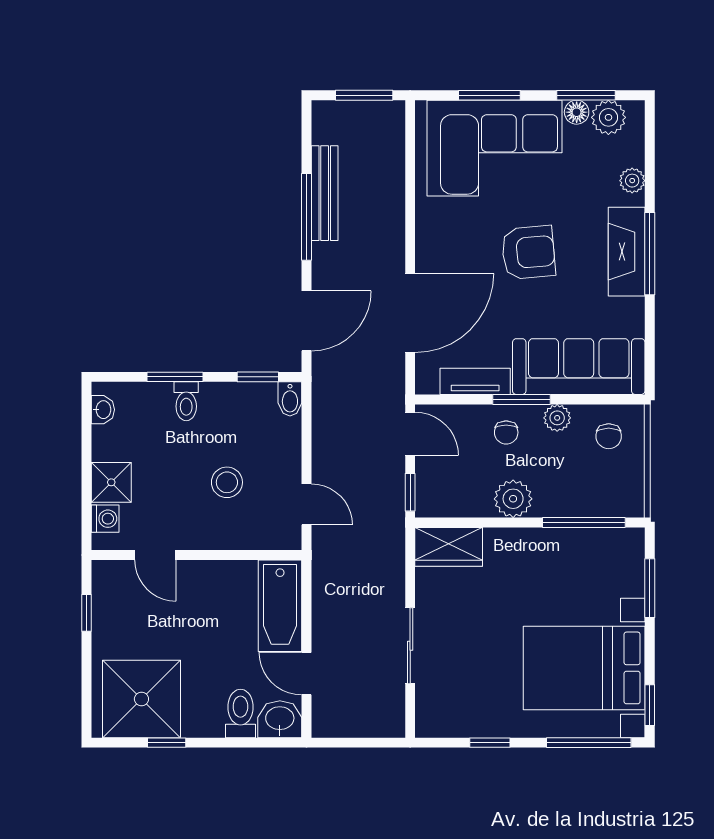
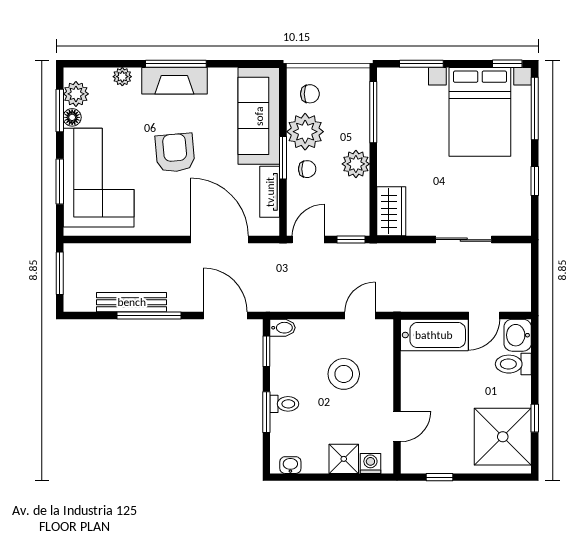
plant: (557, 418) -> (305, 132), width x1.88, depth x1.88
stool: (227, 482) -> (344, 374), width x1.38, depth x1.38

